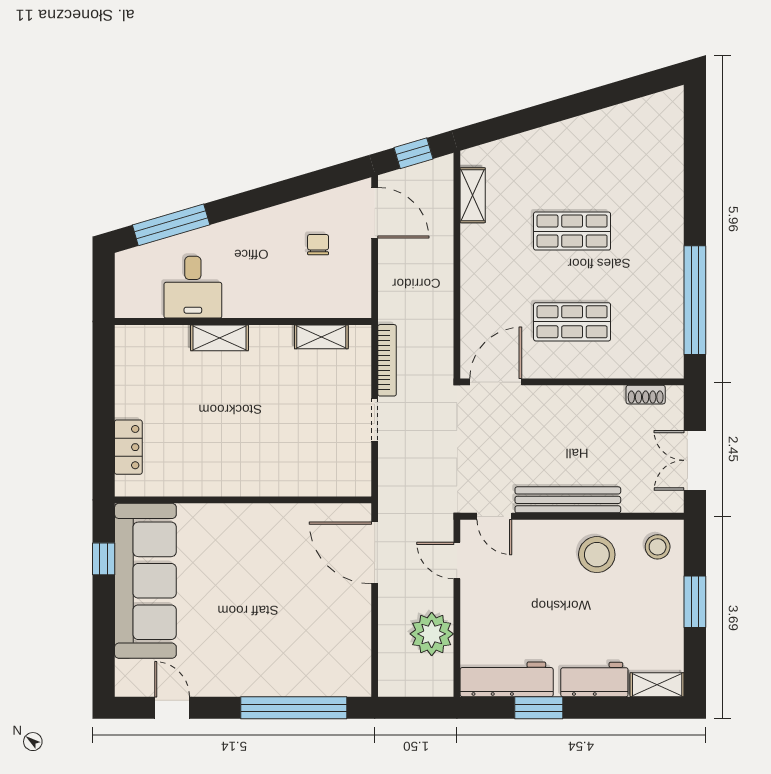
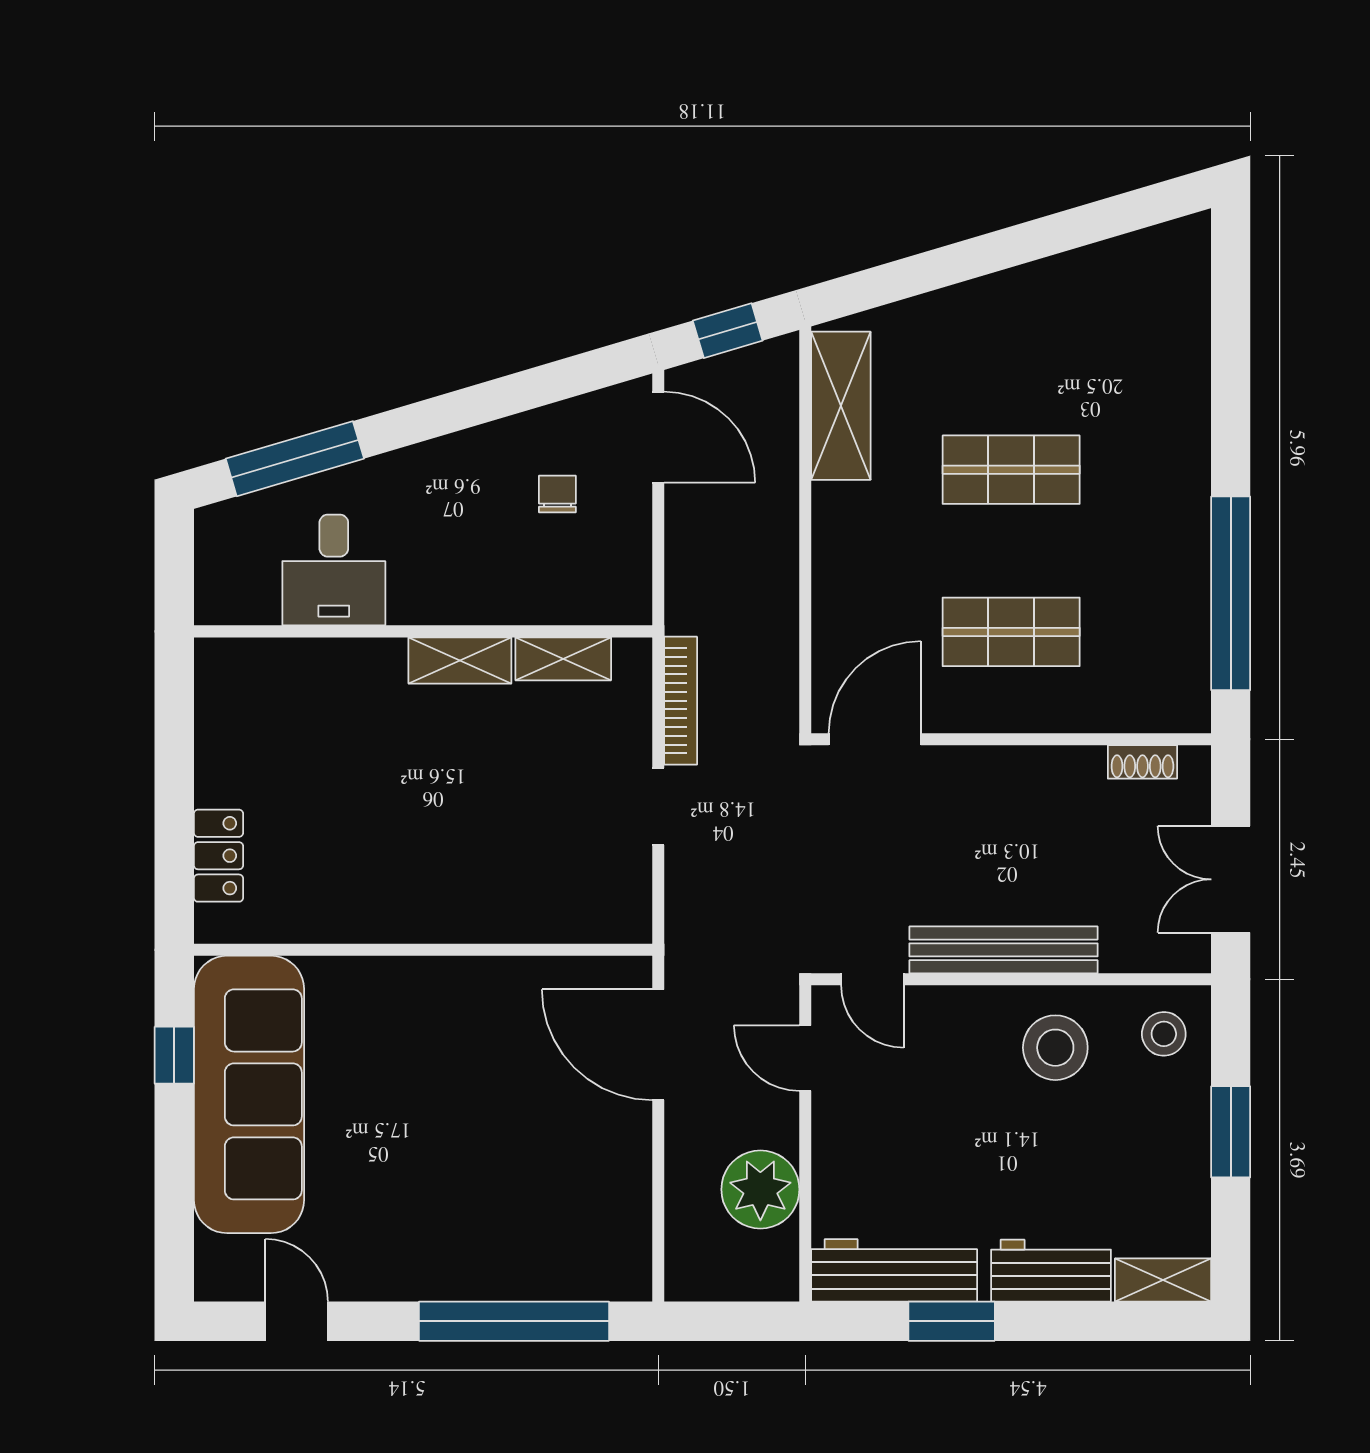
shelving: (473, 195) -> (841, 406), width x1.50, depth x1.33
shelving: (219, 338) -> (460, 660), moved

